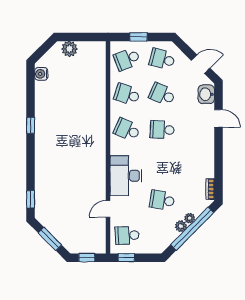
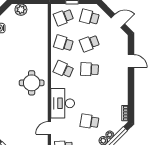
school desk: (162, 94) -> (89, 43), turned -45
washbasin: (206, 94) -> (122, 43), removed
round table: (84, 148) -> (32, 83), added

